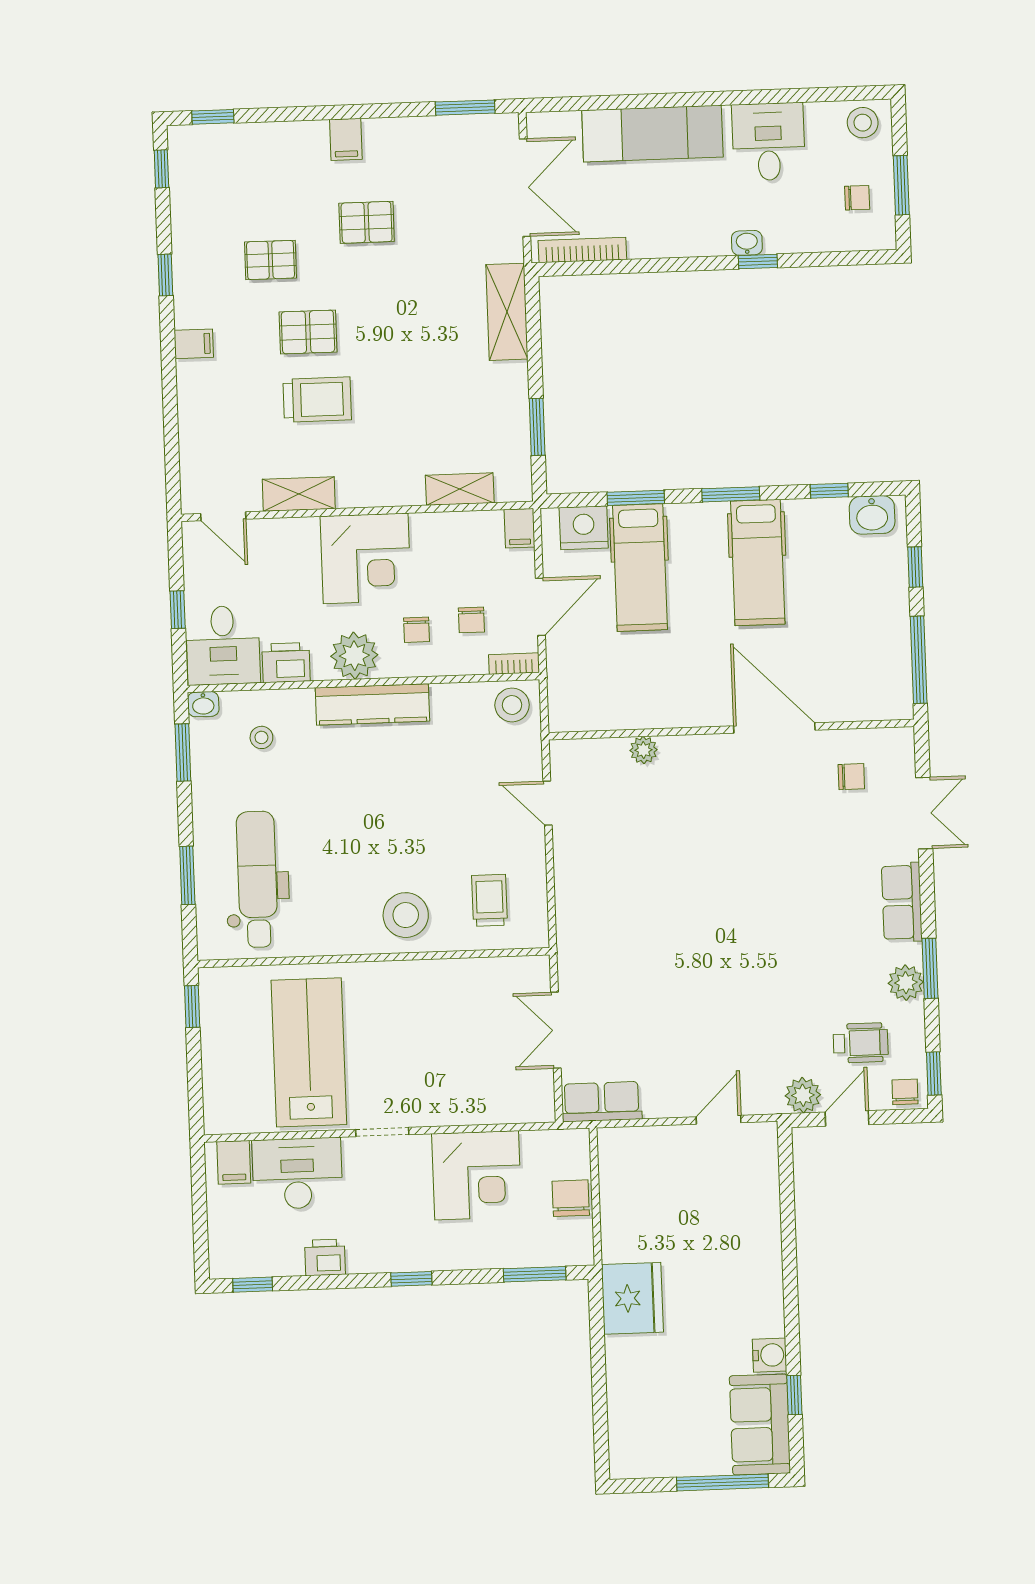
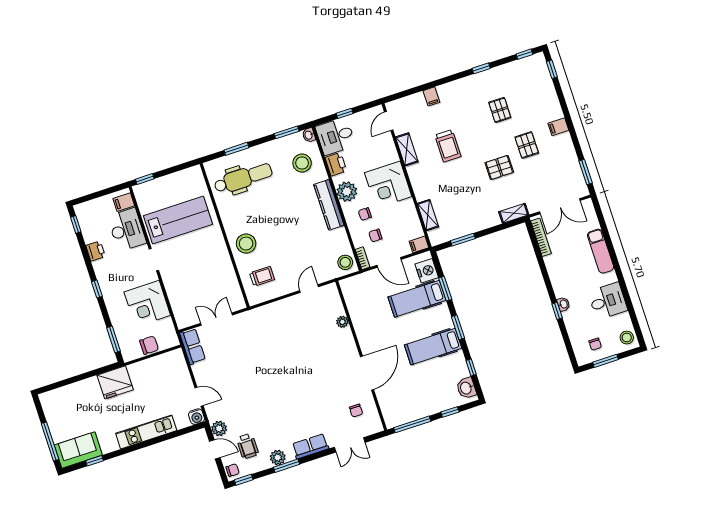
exam couch: (652, 134) -> (601, 251), width x0.73, depth x0.69
shelving: (507, 312) -> (514, 213), width x0.67, depth x0.75
pallet: (308, 332) -> (499, 167), moved, turned 90
filing cabinet: (194, 344) -> (431, 96), moved
stool: (261, 737) -> (302, 163), width x1.89, depth x1.89
window: (192, 1006) -> (145, 179), moved
kitchen unit: (763, 1261) -> (146, 432), added
water cooler: (770, 1355) -> (196, 417), moved

